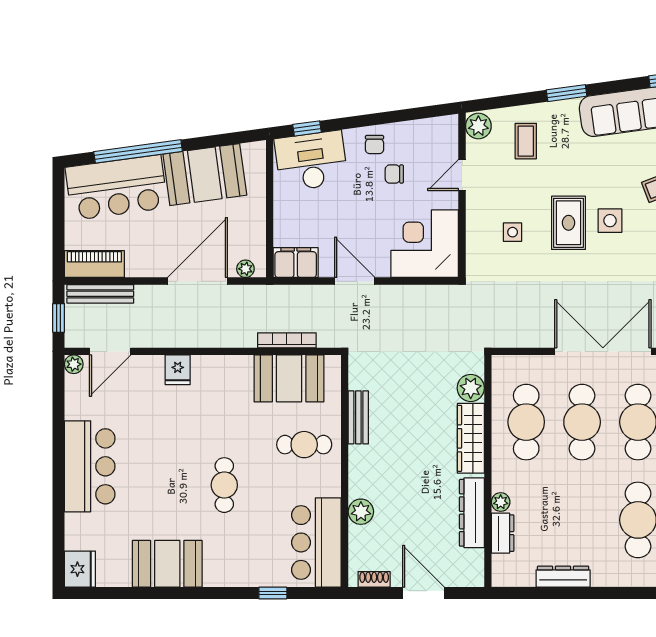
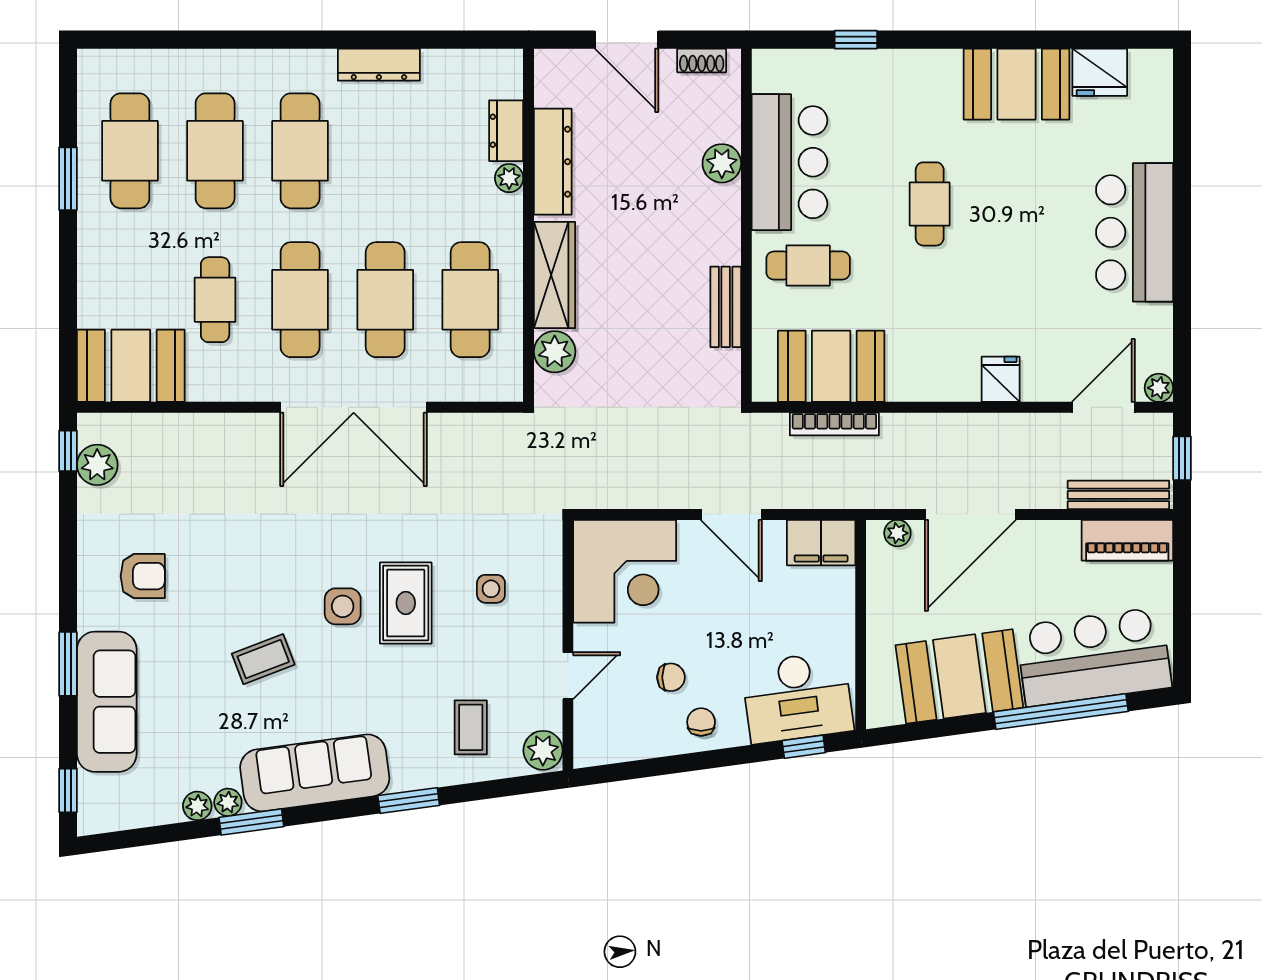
bar counter: (316, 542) -> (790, 162), moved
fridge: (80, 569) -> (1100, 72), moved, turned -90
dresser: (563, 577) -> (379, 65), moved

